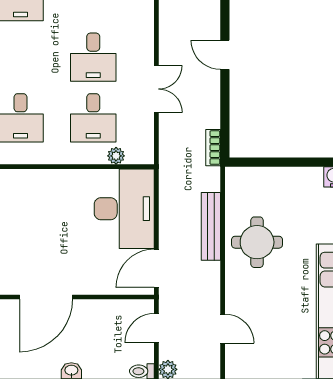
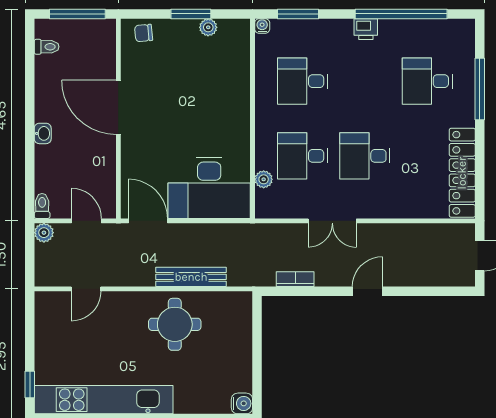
bookcase: (213, 148) -> (295, 279), moved

